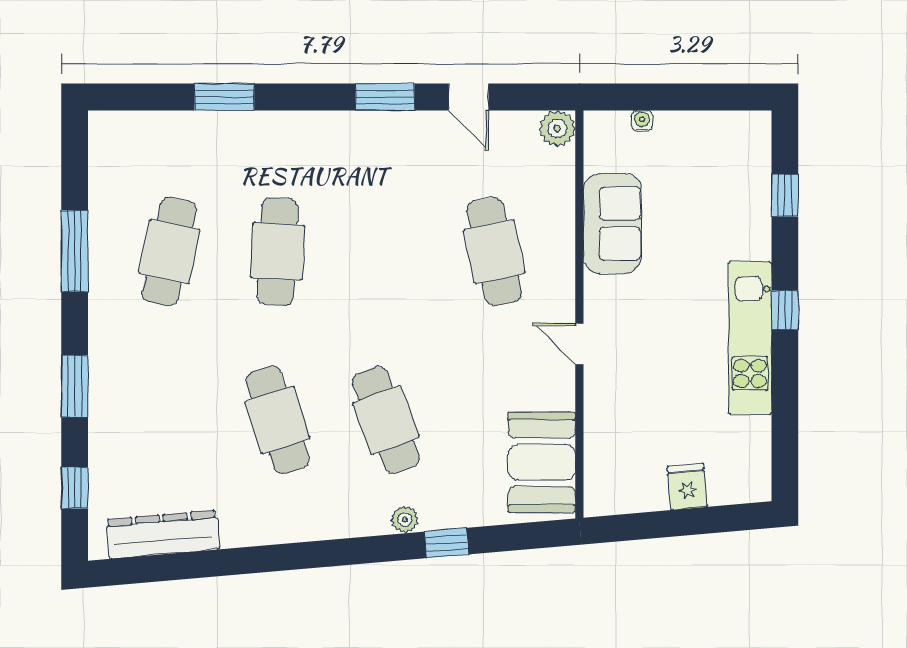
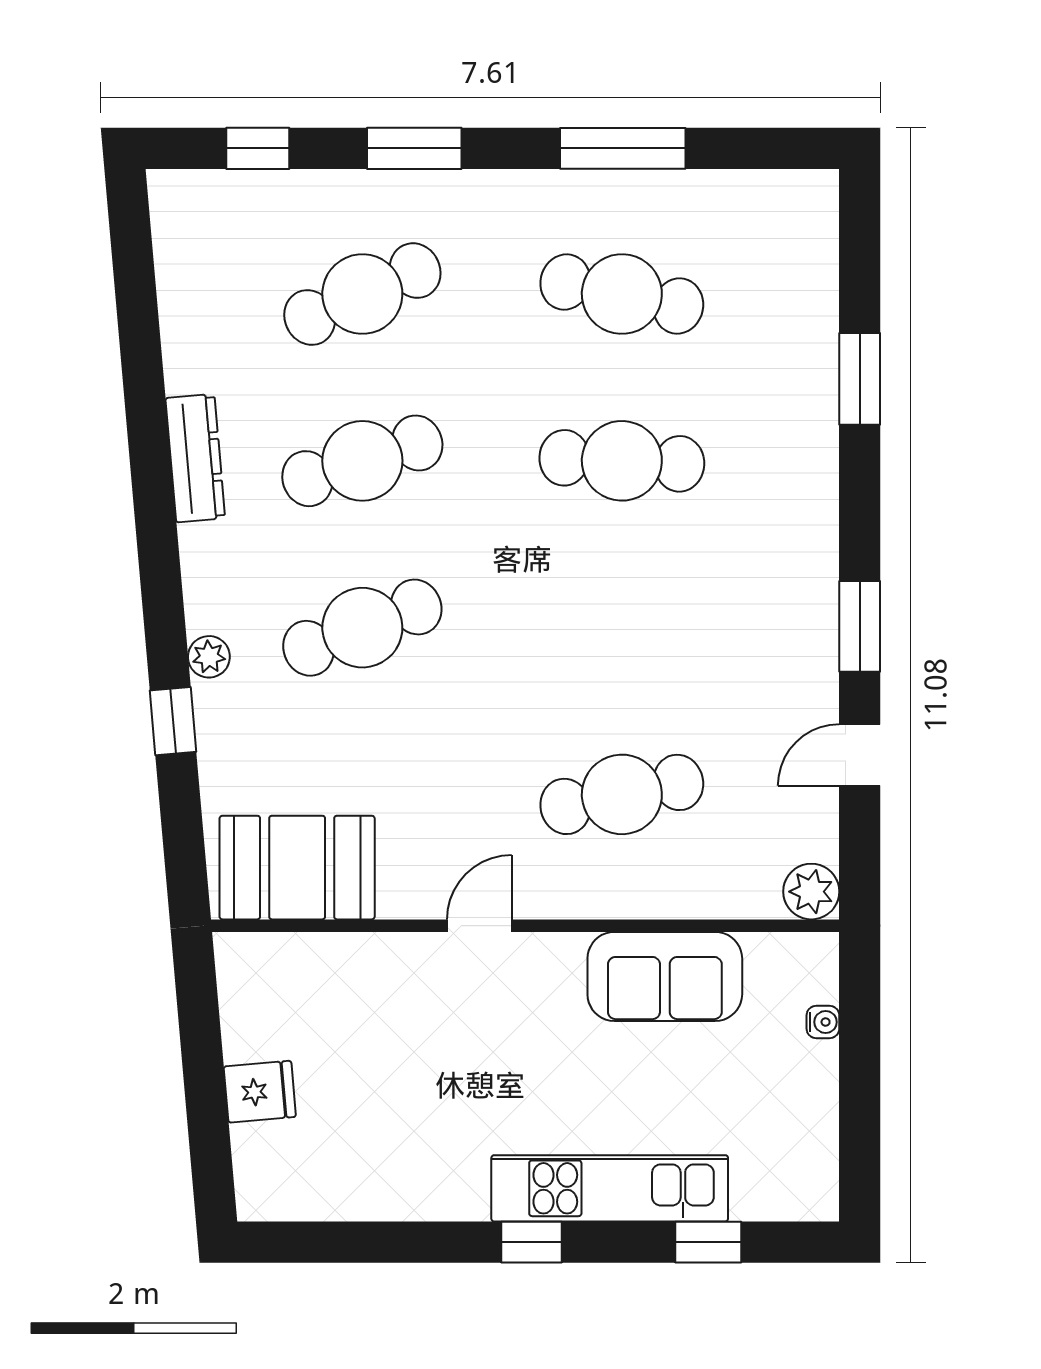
kitchen unit: (750, 338) -> (610, 1188), moved
cafe table: (169, 420) -> (362, 294), added
dresser: (163, 534) -> (195, 458), moved, width x0.73, depth x0.80

